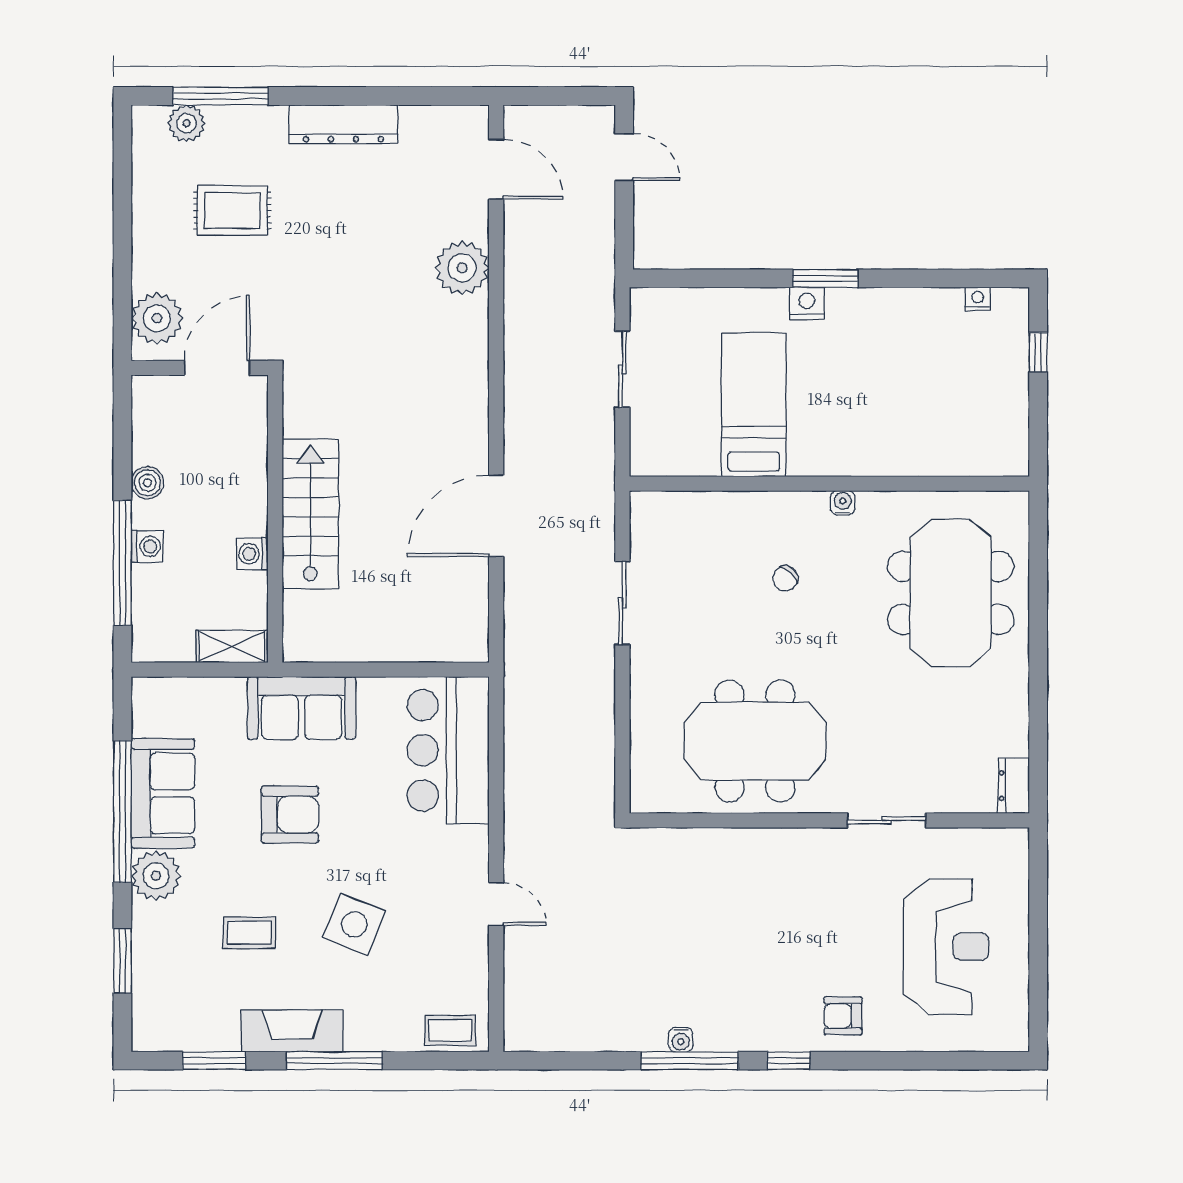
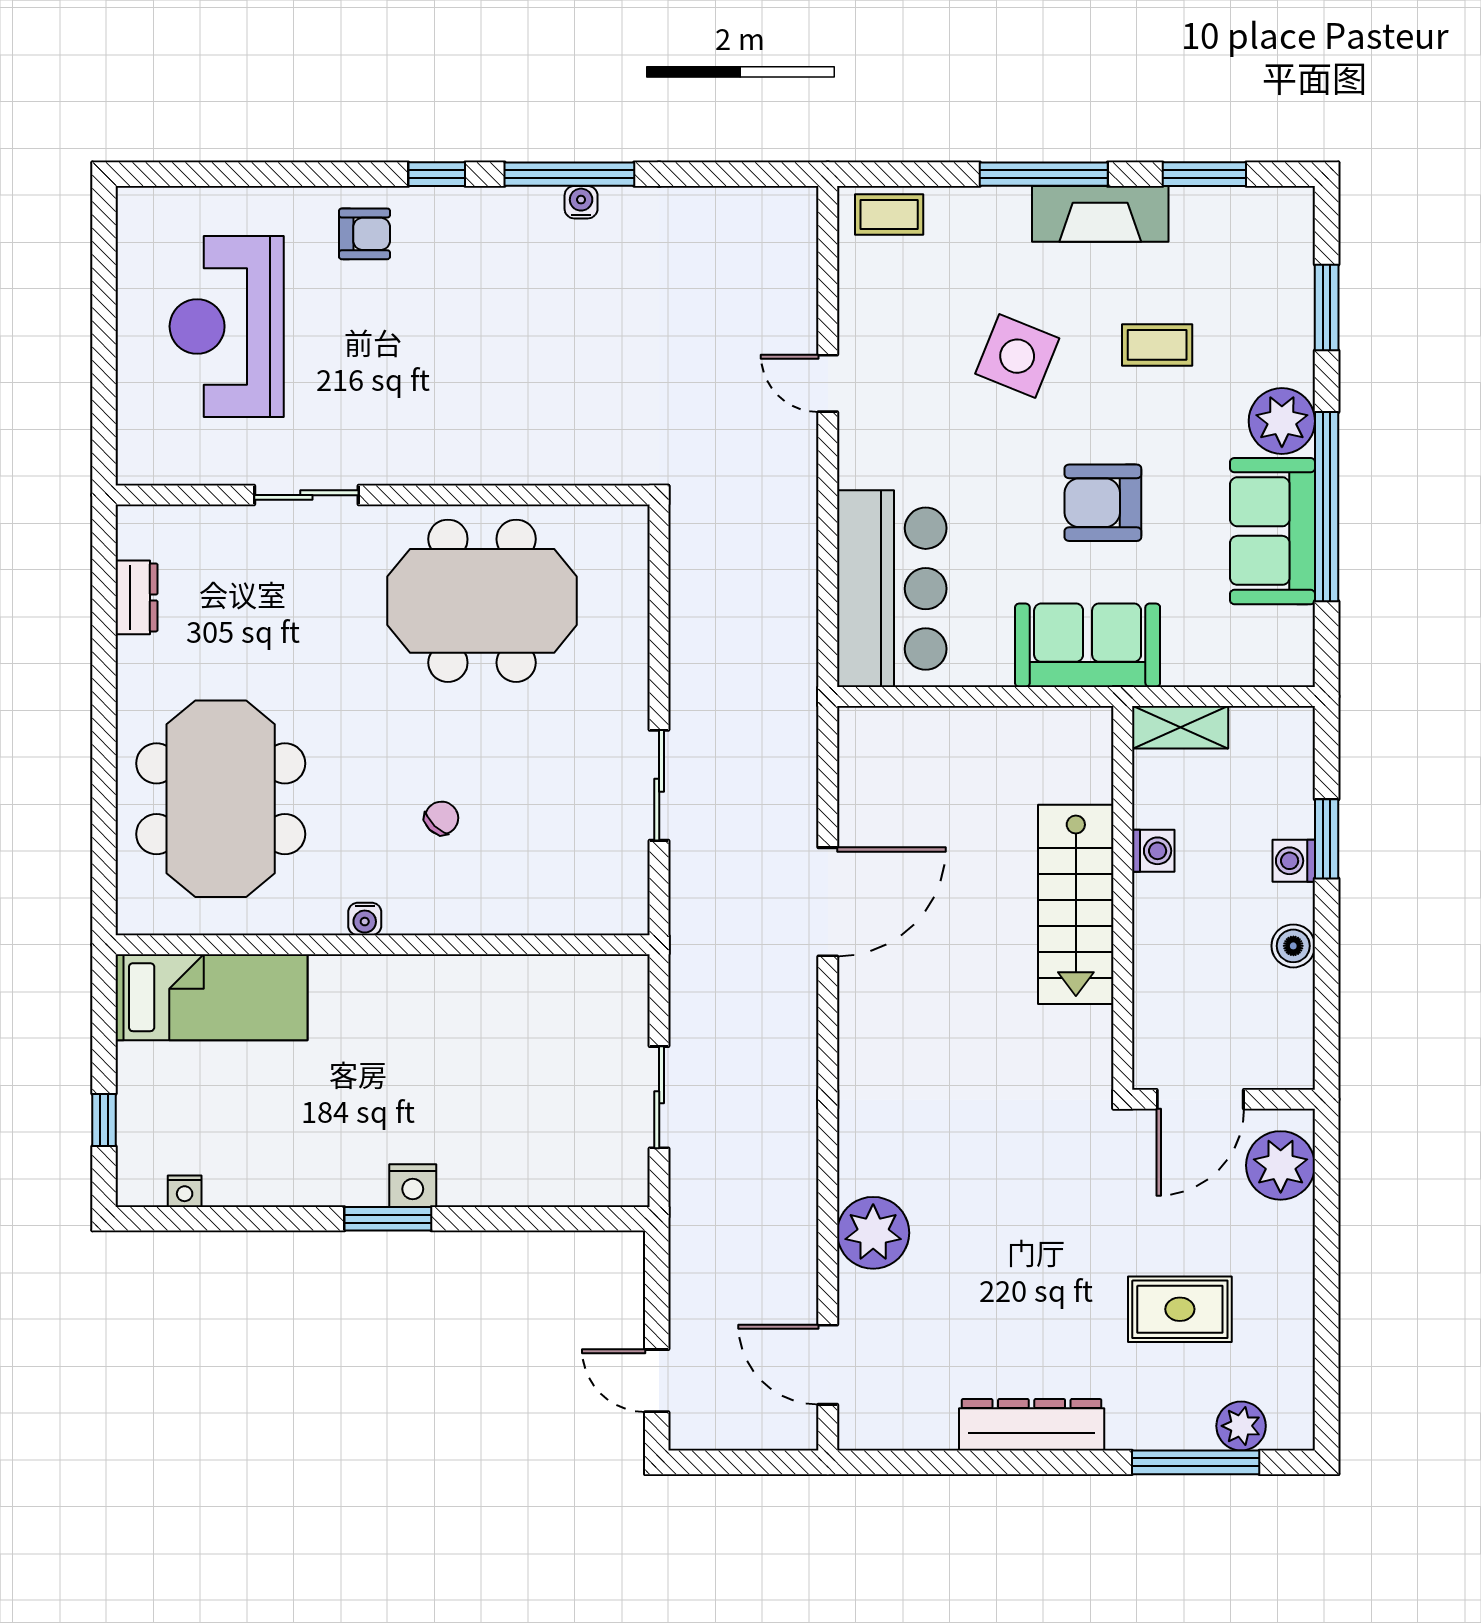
bed: (754, 405) -> (212, 997), moved, turned -90
window: (122, 563) -> (1327, 839), width x0.47
dresser: (1014, 786) -> (137, 597), moved

